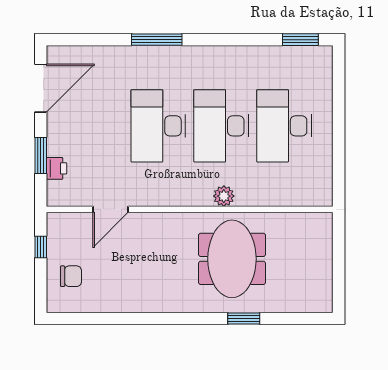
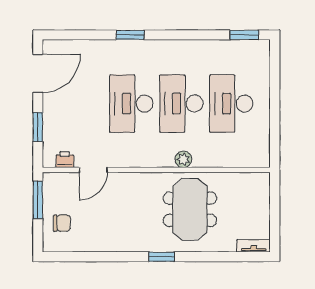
window: (157, 40) -> (130, 35), width x0.69
printer: (56, 168) -> (65, 160), moved, turned -90
window: (41, 247) -> (38, 200), width x2.17
tv unit: (312, 305) -> (253, 246), added
window: (244, 318) -> (162, 257), moved

